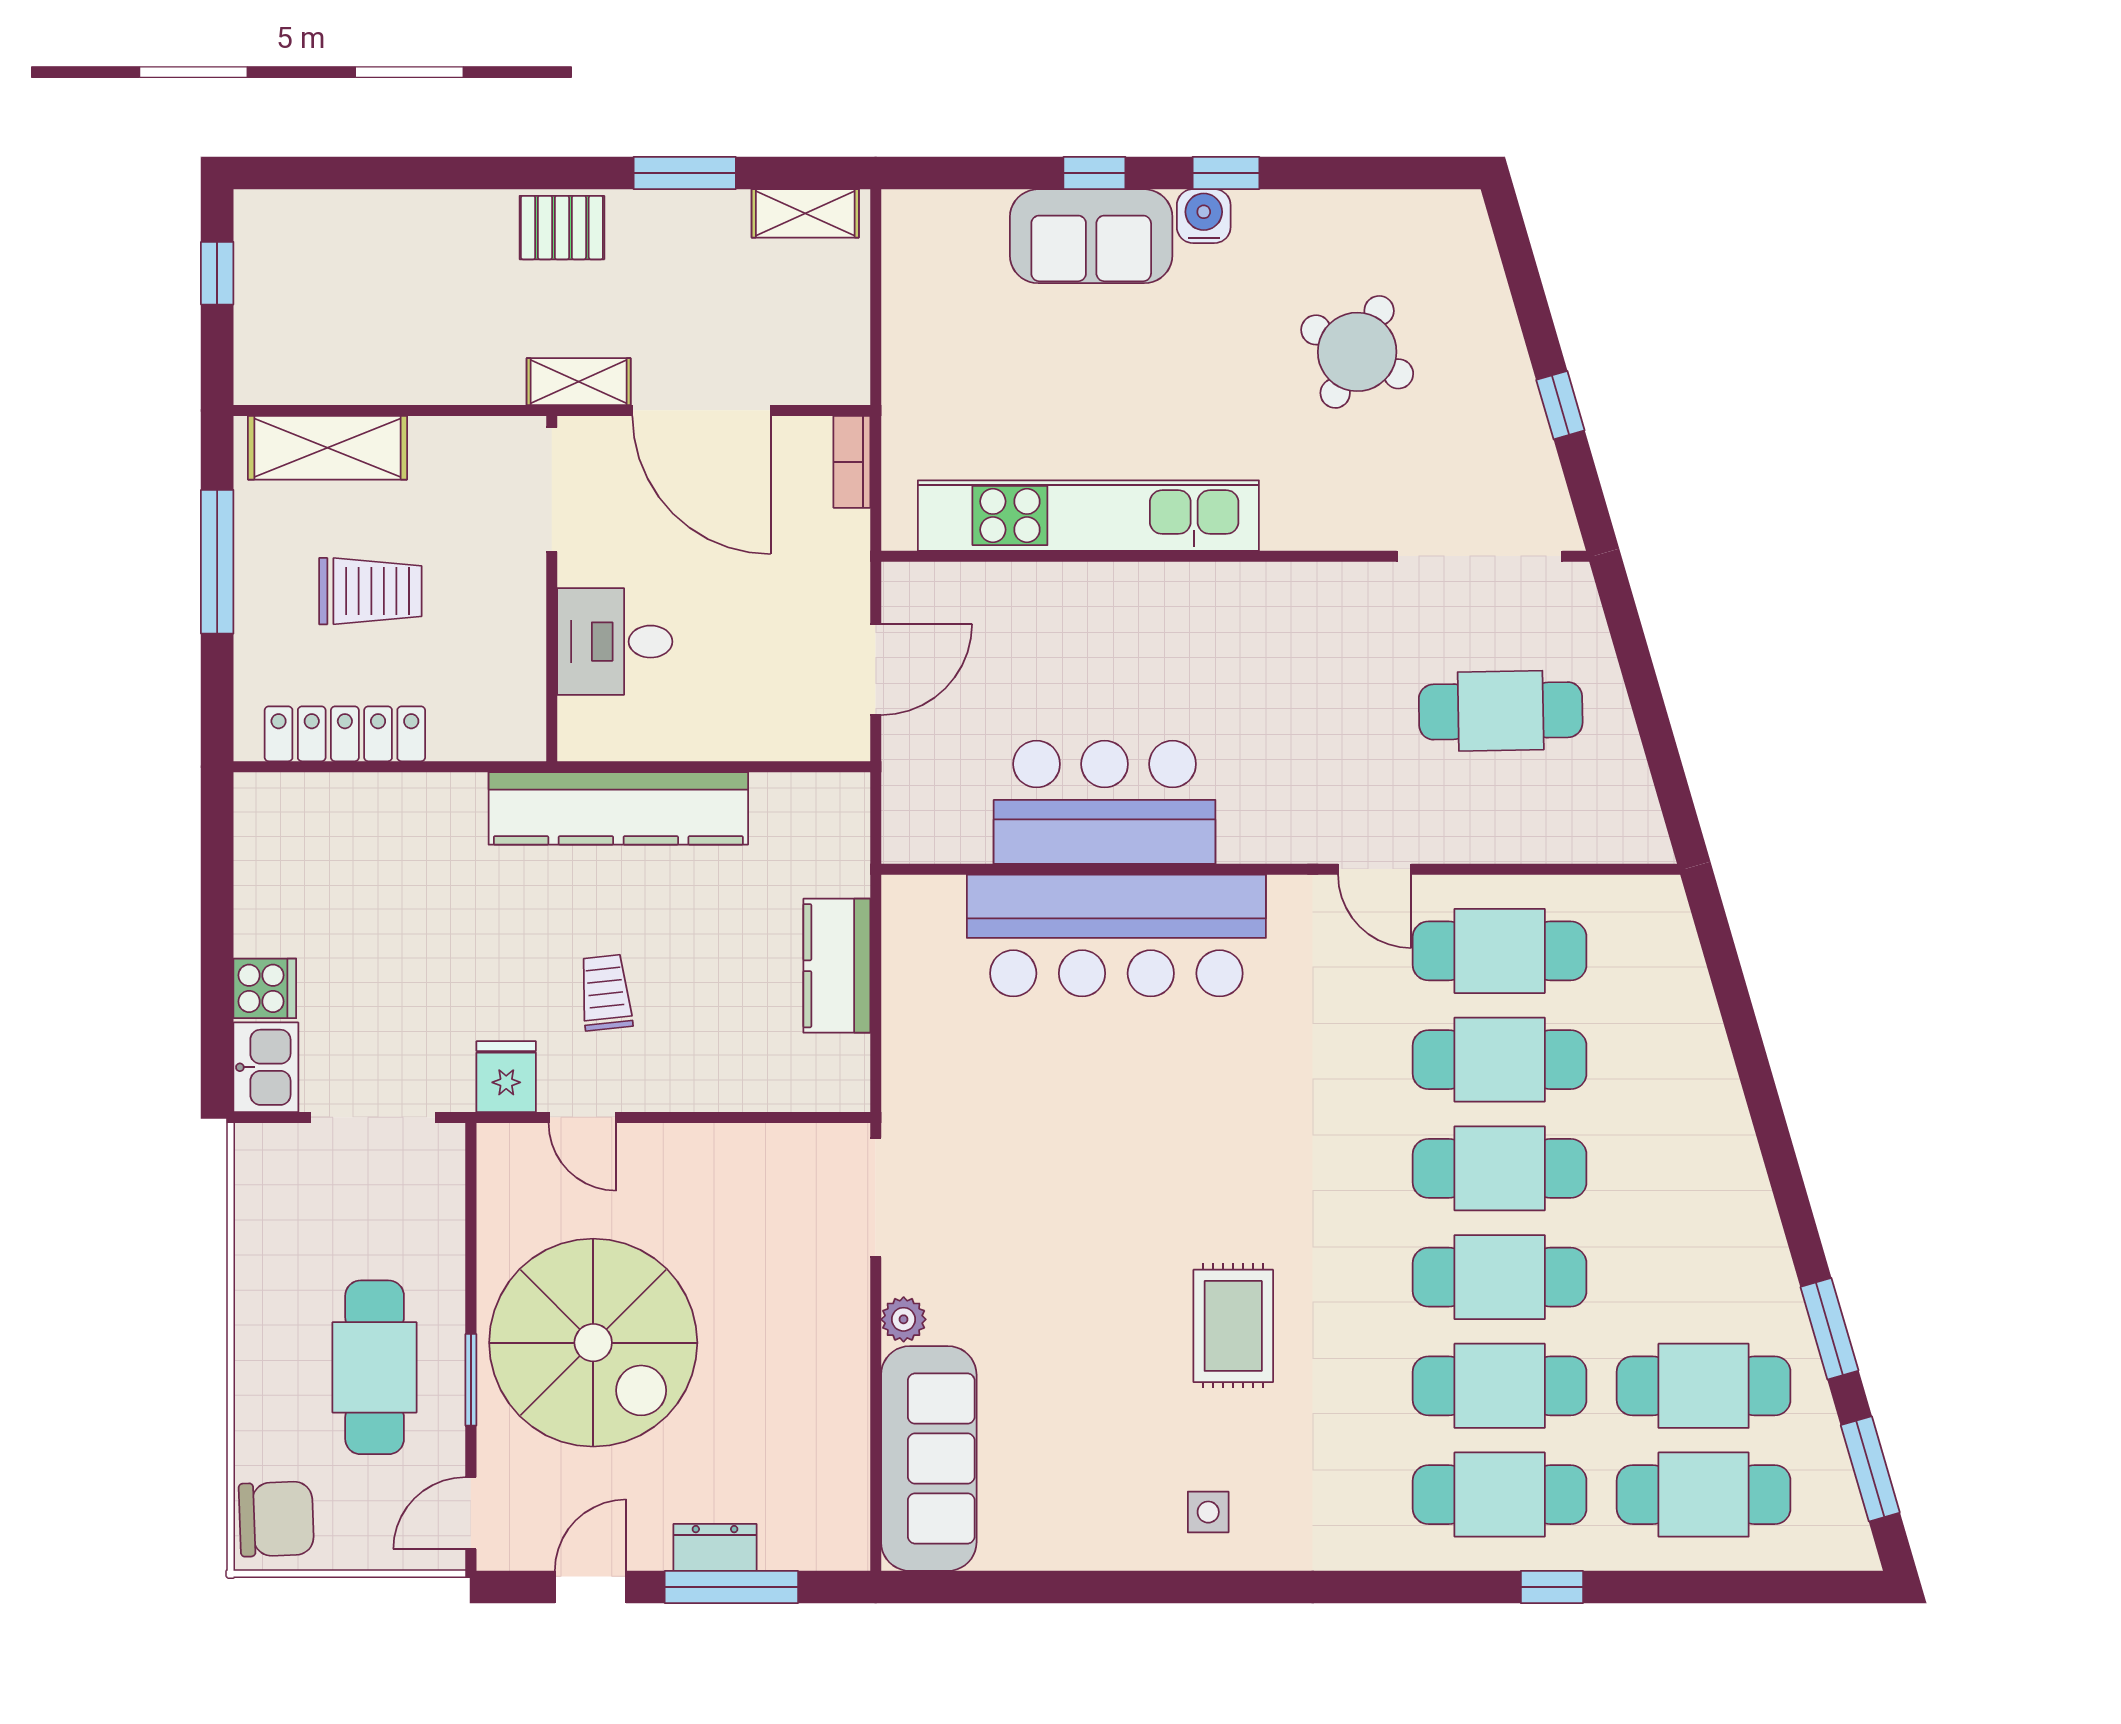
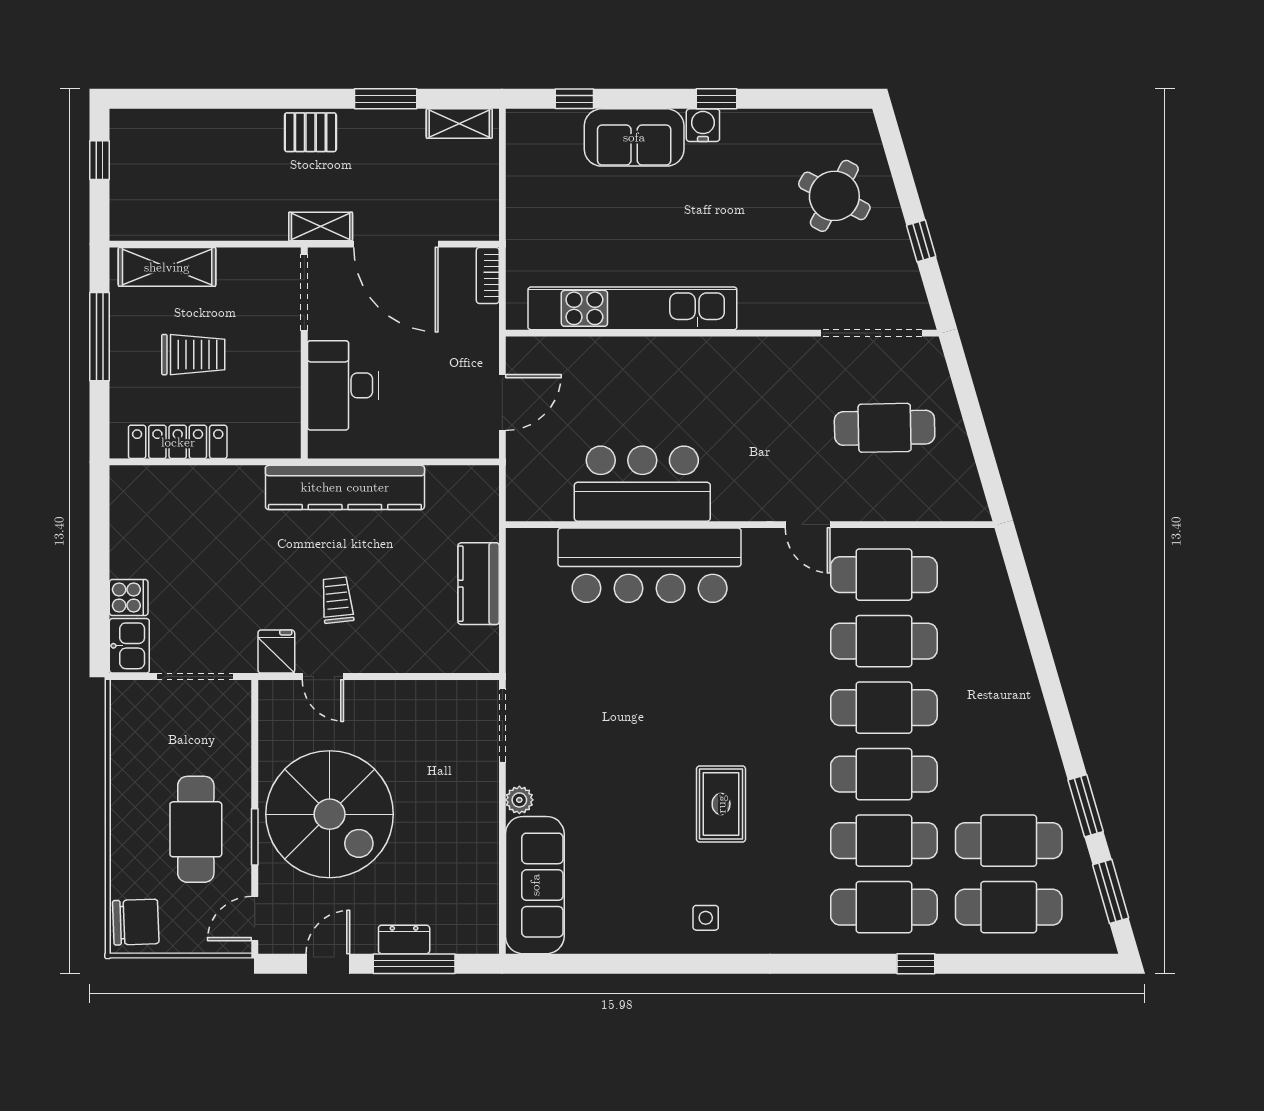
window: (1094, 173) -> (574, 99), moved
round table: (1357, 352) -> (834, 196), moved
desk: (615, 642) -> (343, 385), width x1.37

